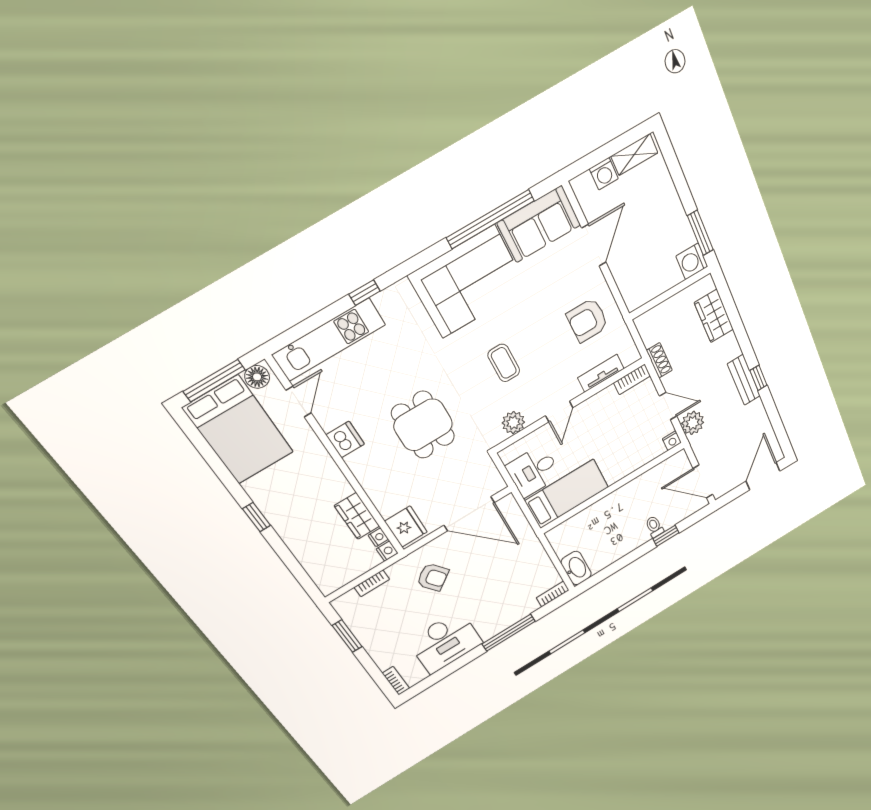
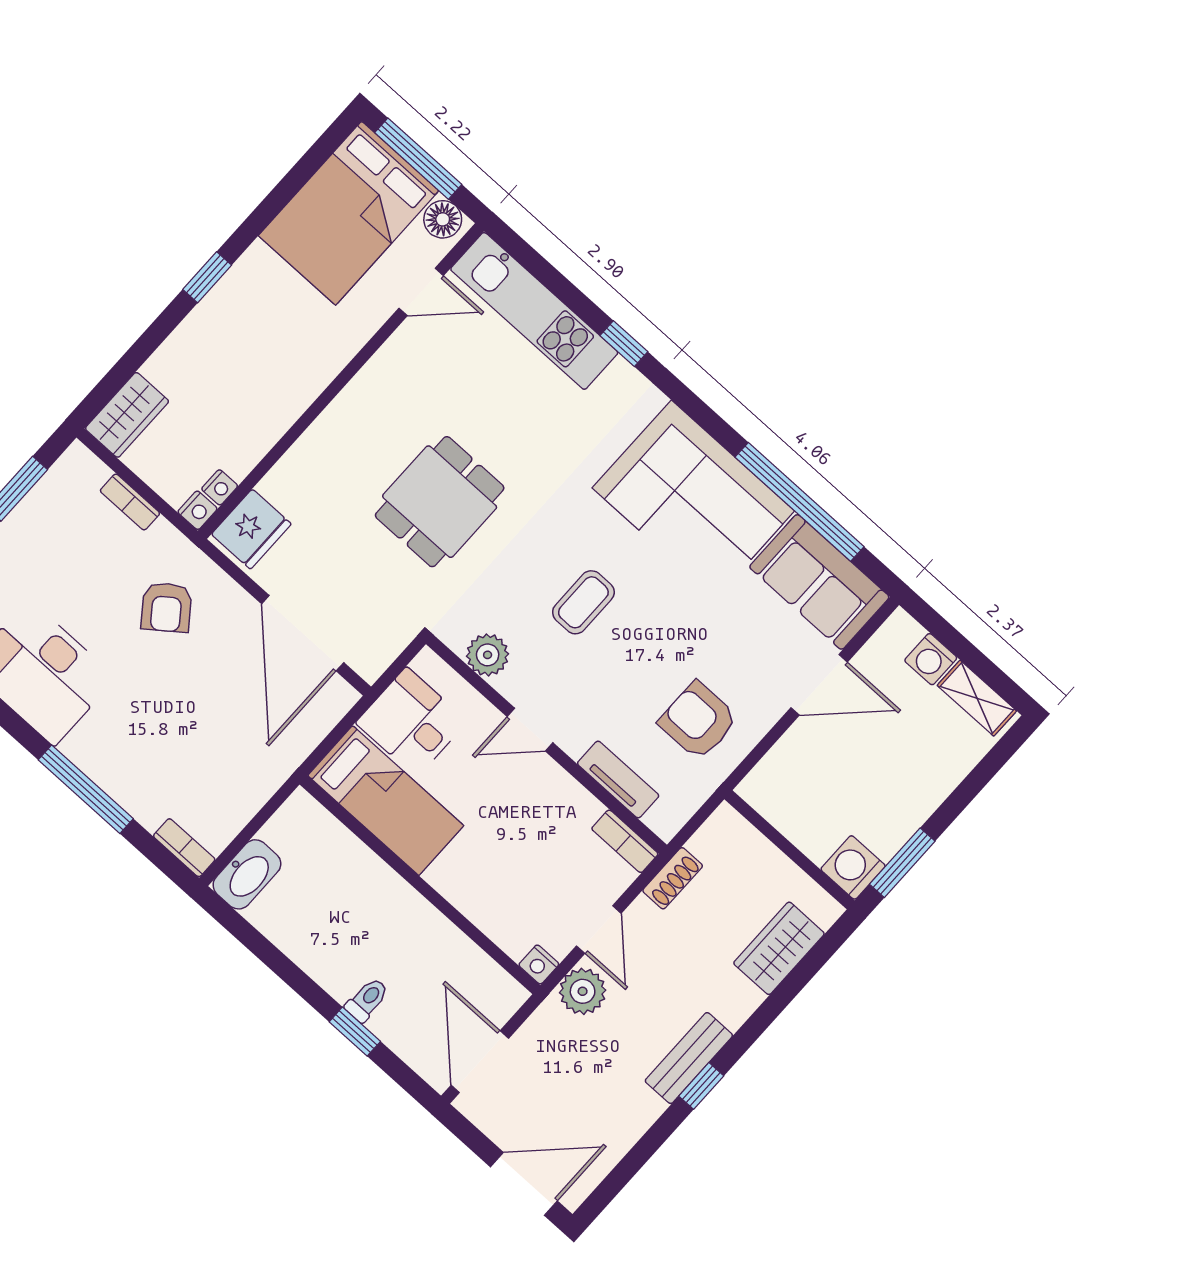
dishwasher: (345, 439) -> (379, 382), removed
wardrobe: (357, 516) -> (127, 415), moved, turned 180

